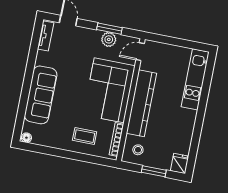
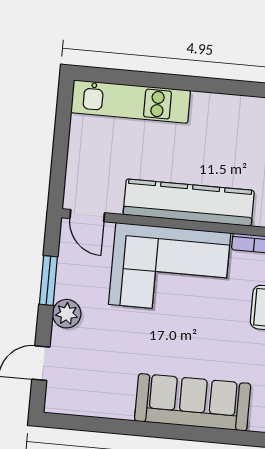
tv unit: (46, 36) -> (75, 405), removed
plant: (109, 39) -> (67, 314), moved

